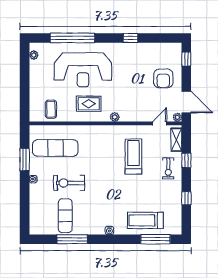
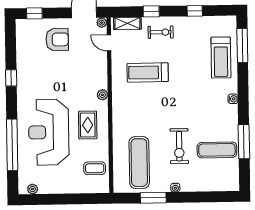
reception desk: (83, 70) -> (49, 132), turned 180

